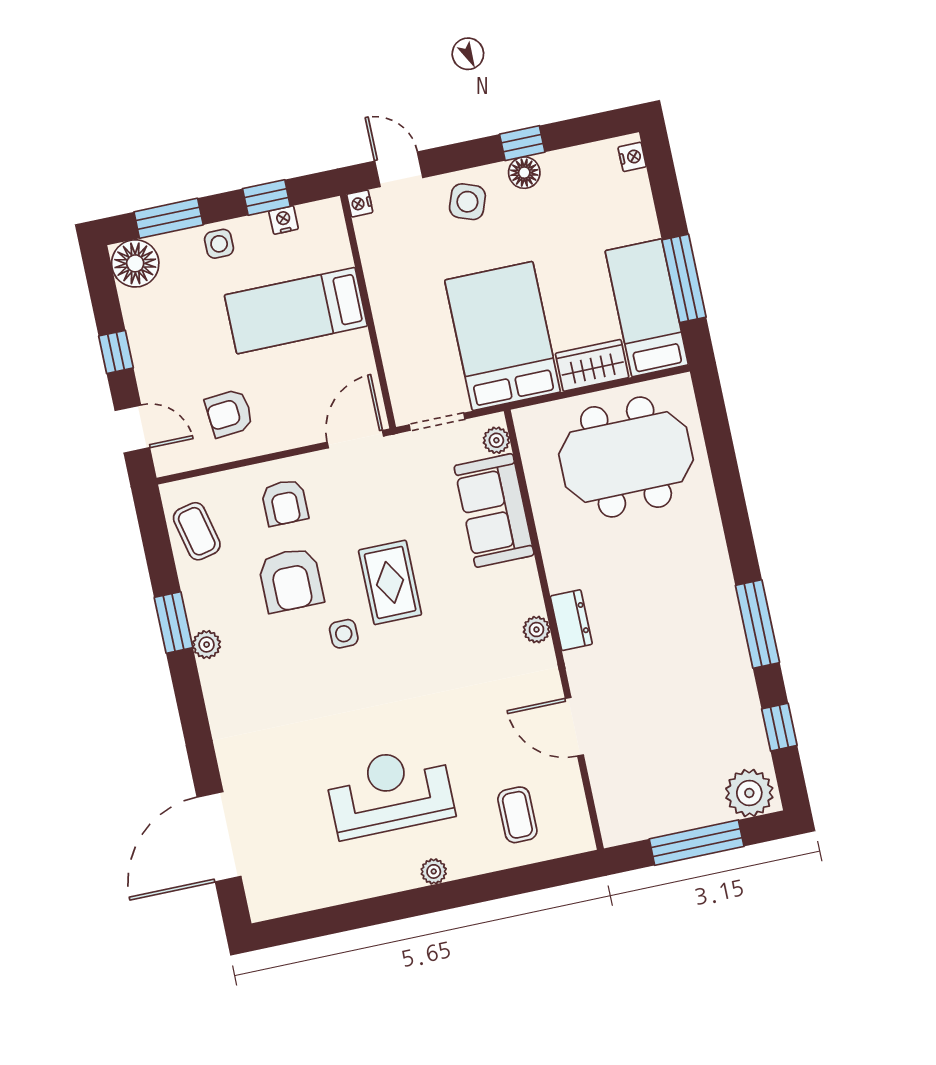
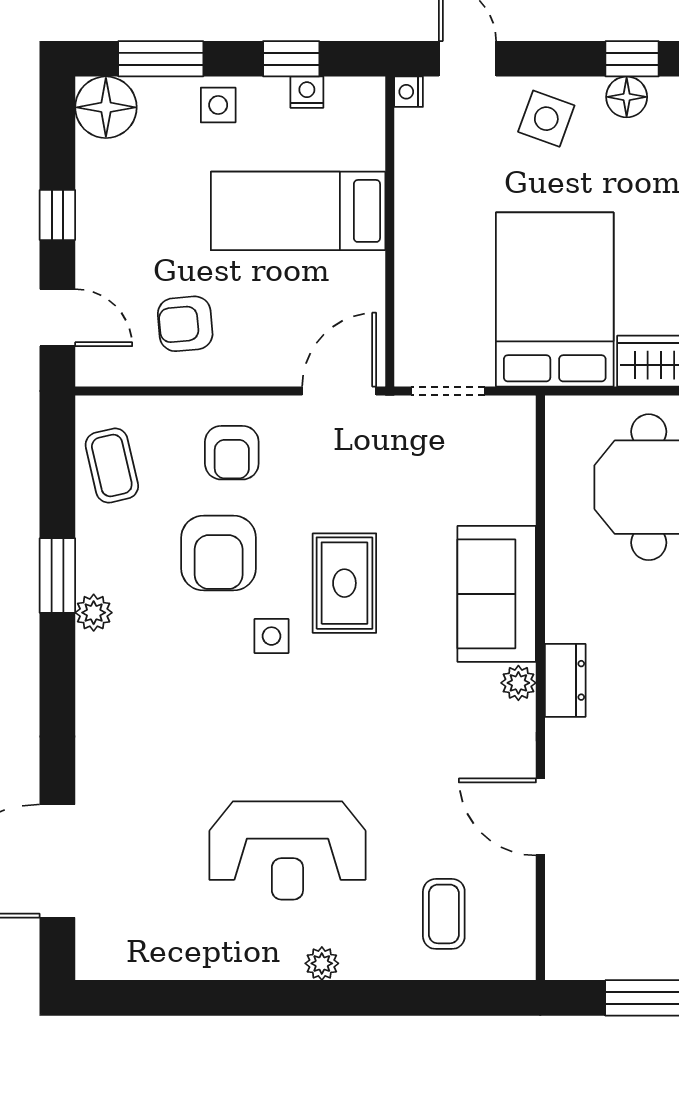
plant: (496, 440) -> (519, 431), removed
sofa: (494, 510) -> (497, 594), moved
reception desk: (390, 792) -> (287, 850), turned 180

